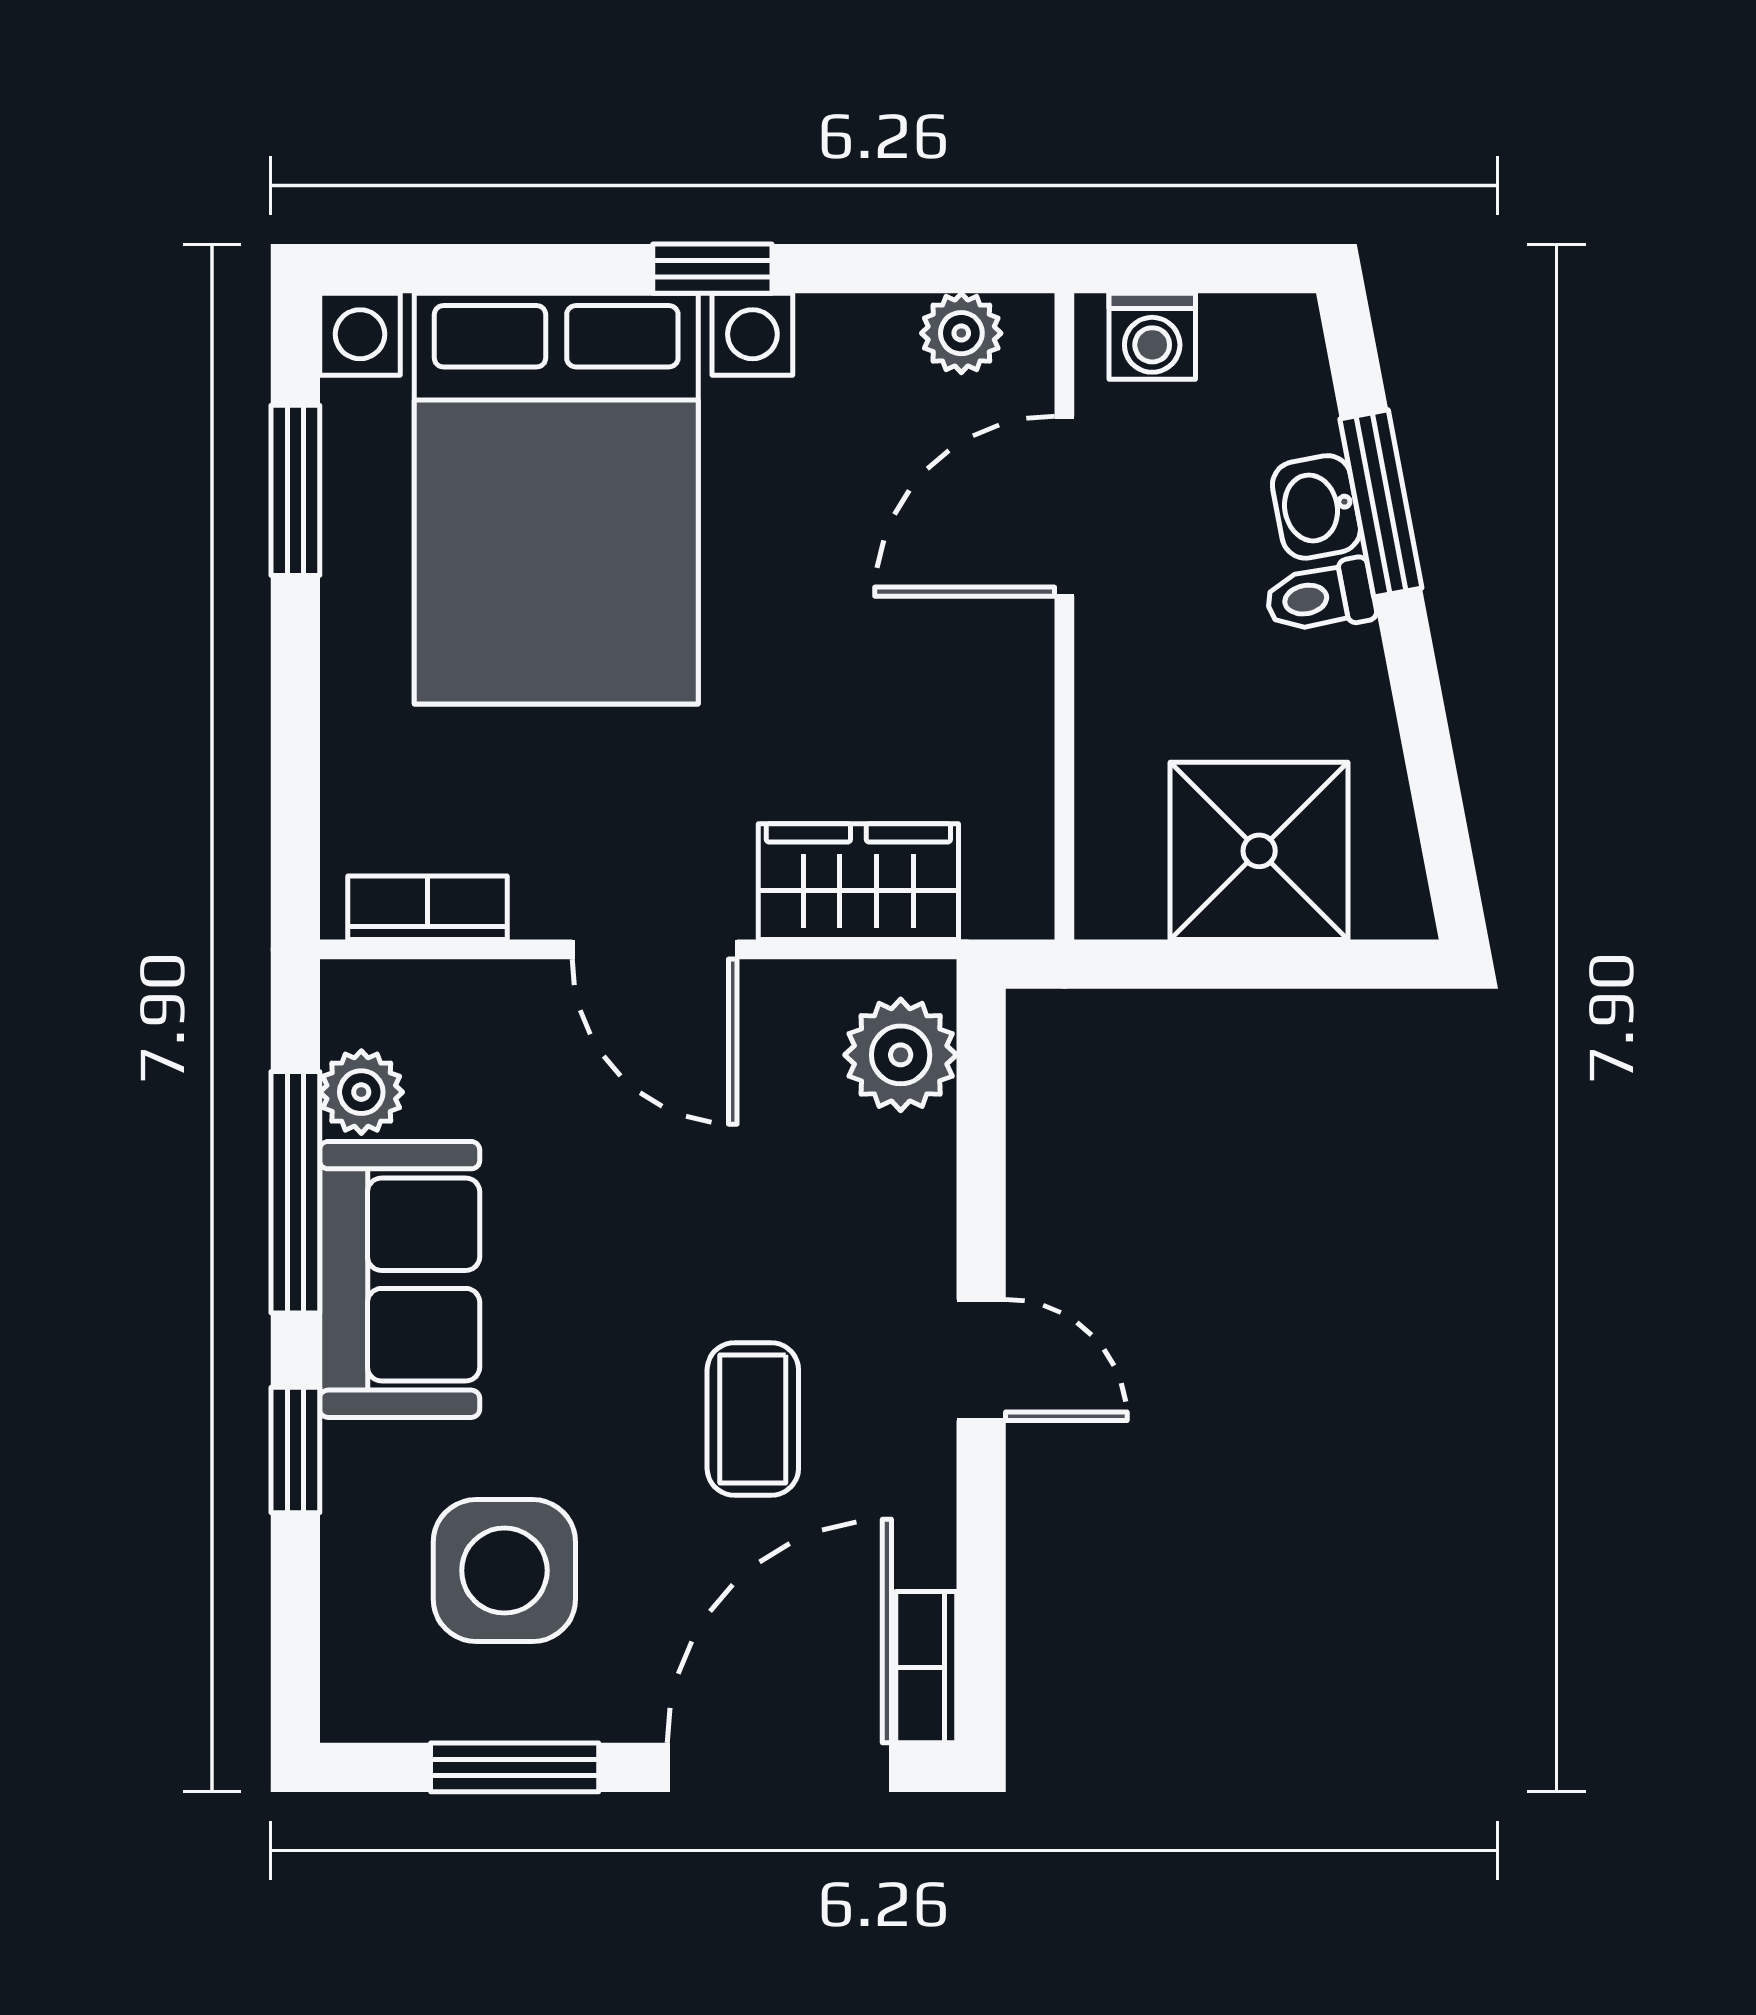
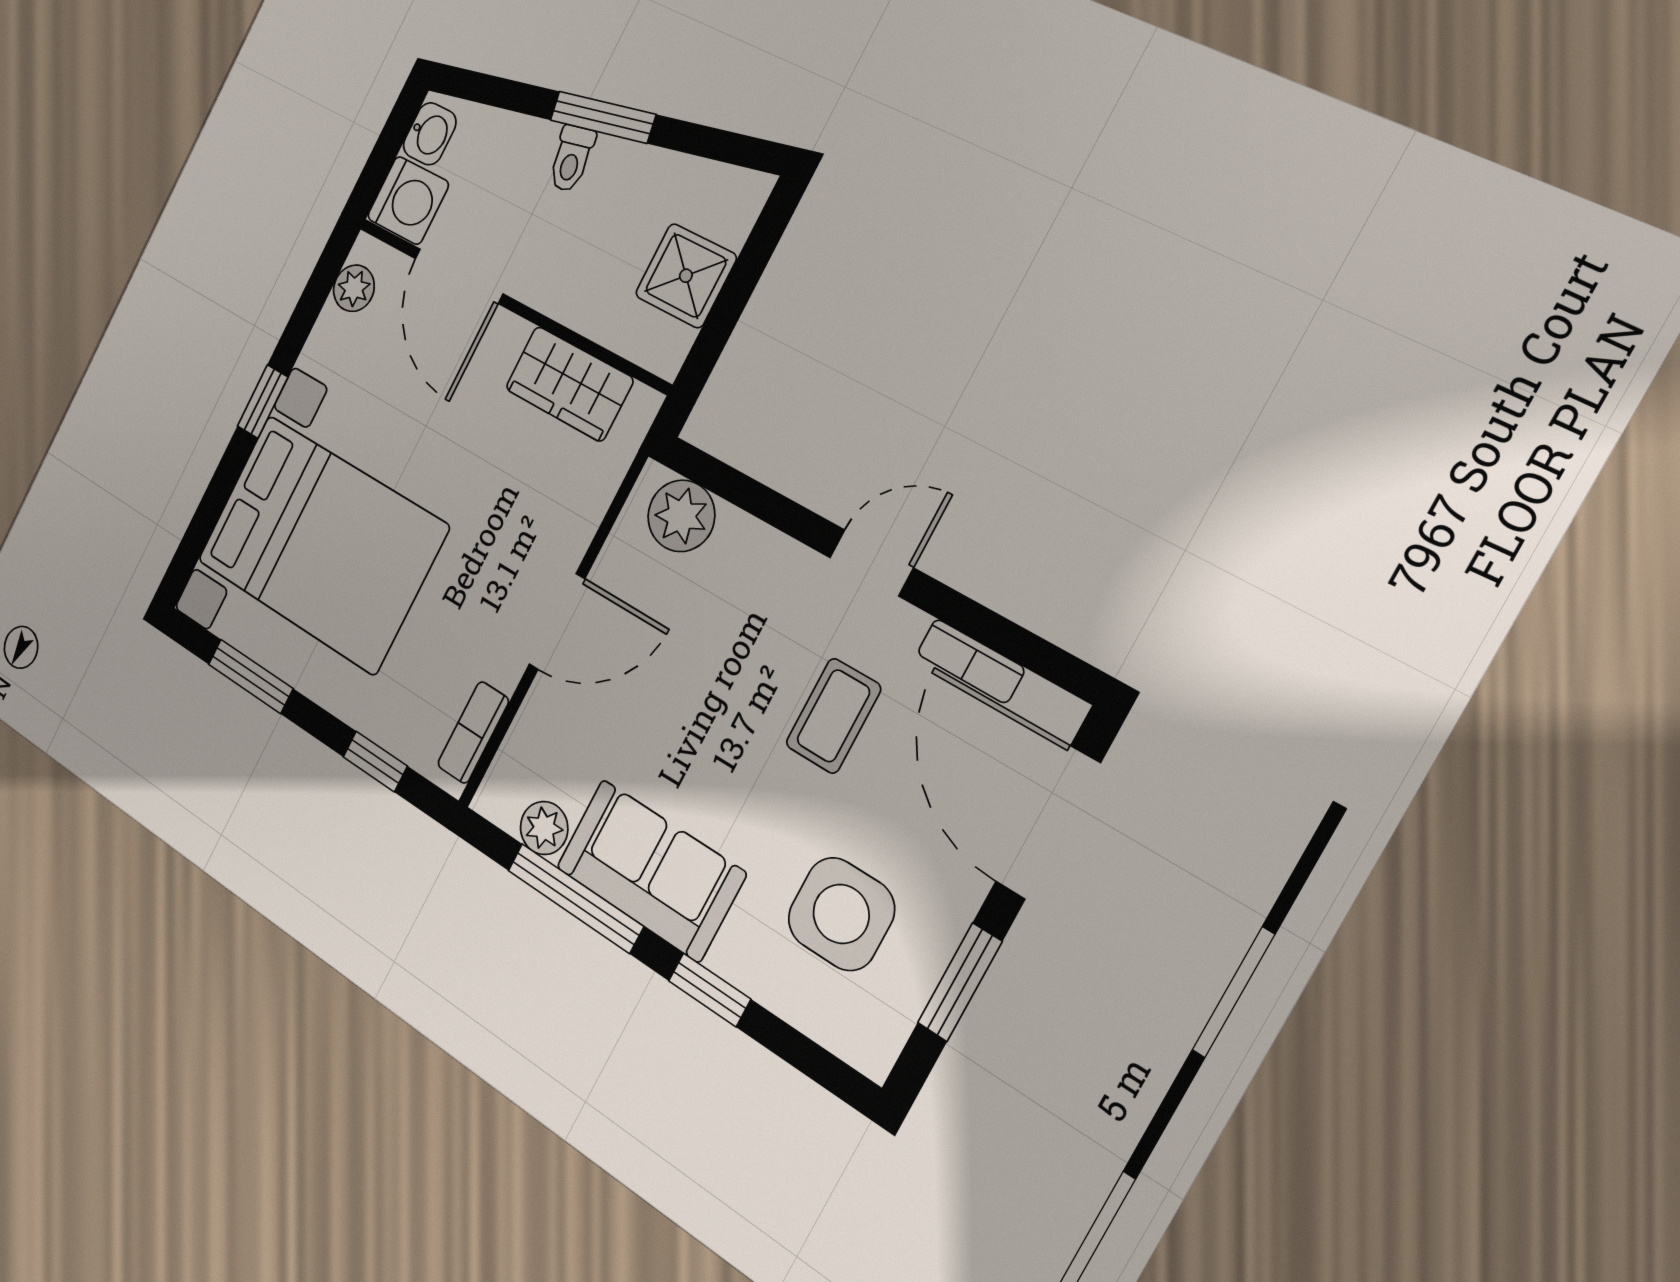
washing machine: (1152, 336) -> (408, 200), width x1.38, depth x1.38
window: (1381, 503) -> (603, 117), moved
washbasin: (1316, 507) -> (430, 134), moved, turned -79
window: (295, 774) -> (375, 761), added
shower: (1259, 851) -> (686, 276), width x0.73, depth x0.73
wardrobe: (858, 882) -> (569, 384), moved, turned -90
coffee table: (753, 1419) -> (833, 716), turned 90
bookcase: (926, 1667) -> (971, 661), moved

